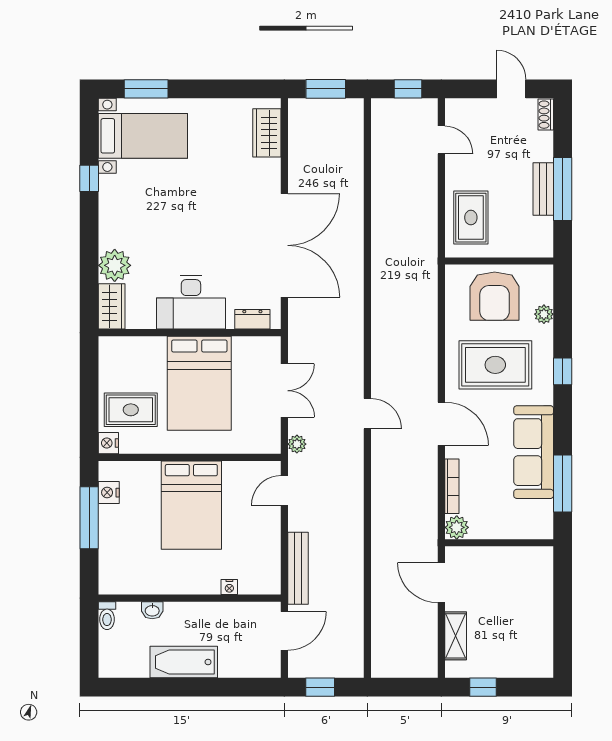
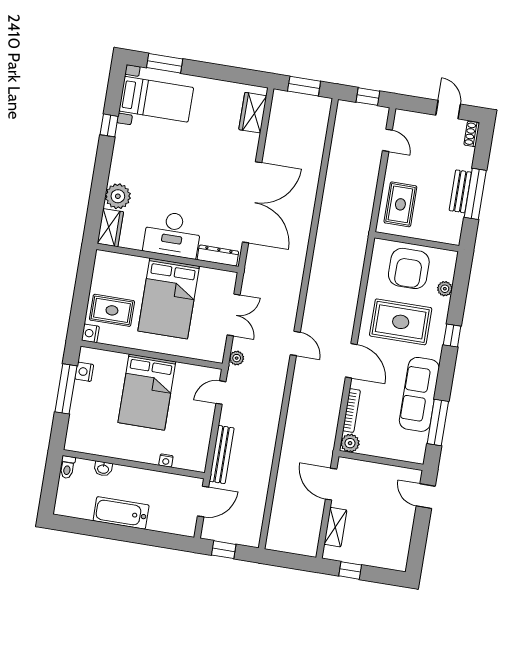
dresser: (252, 319) -> (218, 256), width x1.44
door: (563, 578) -> (426, 496), added

